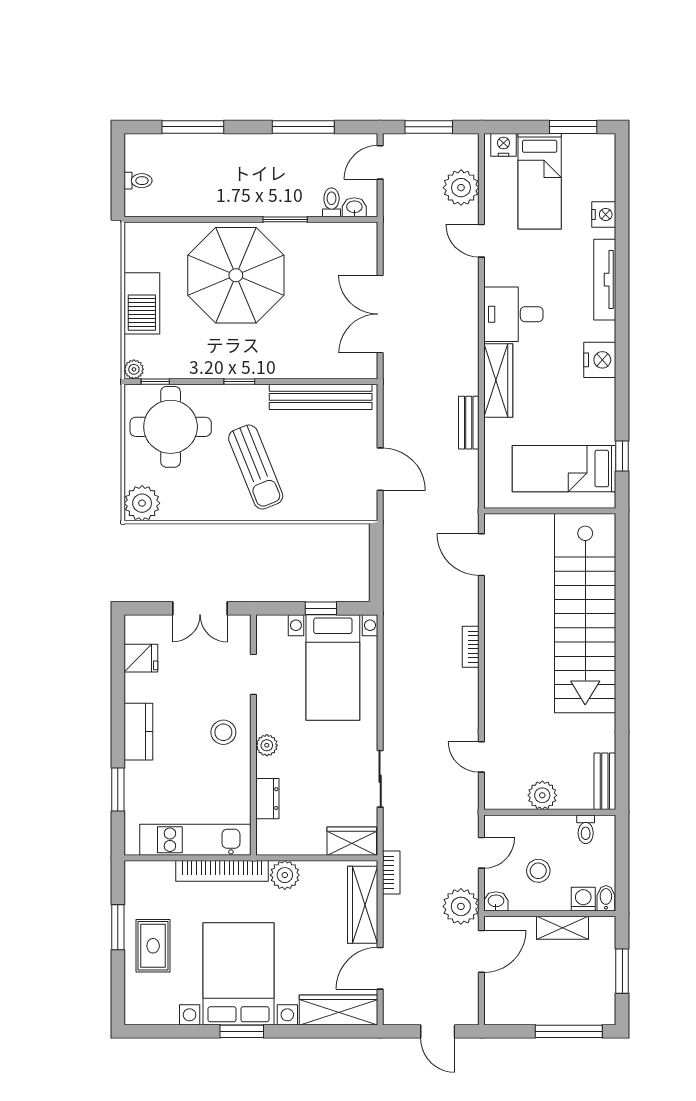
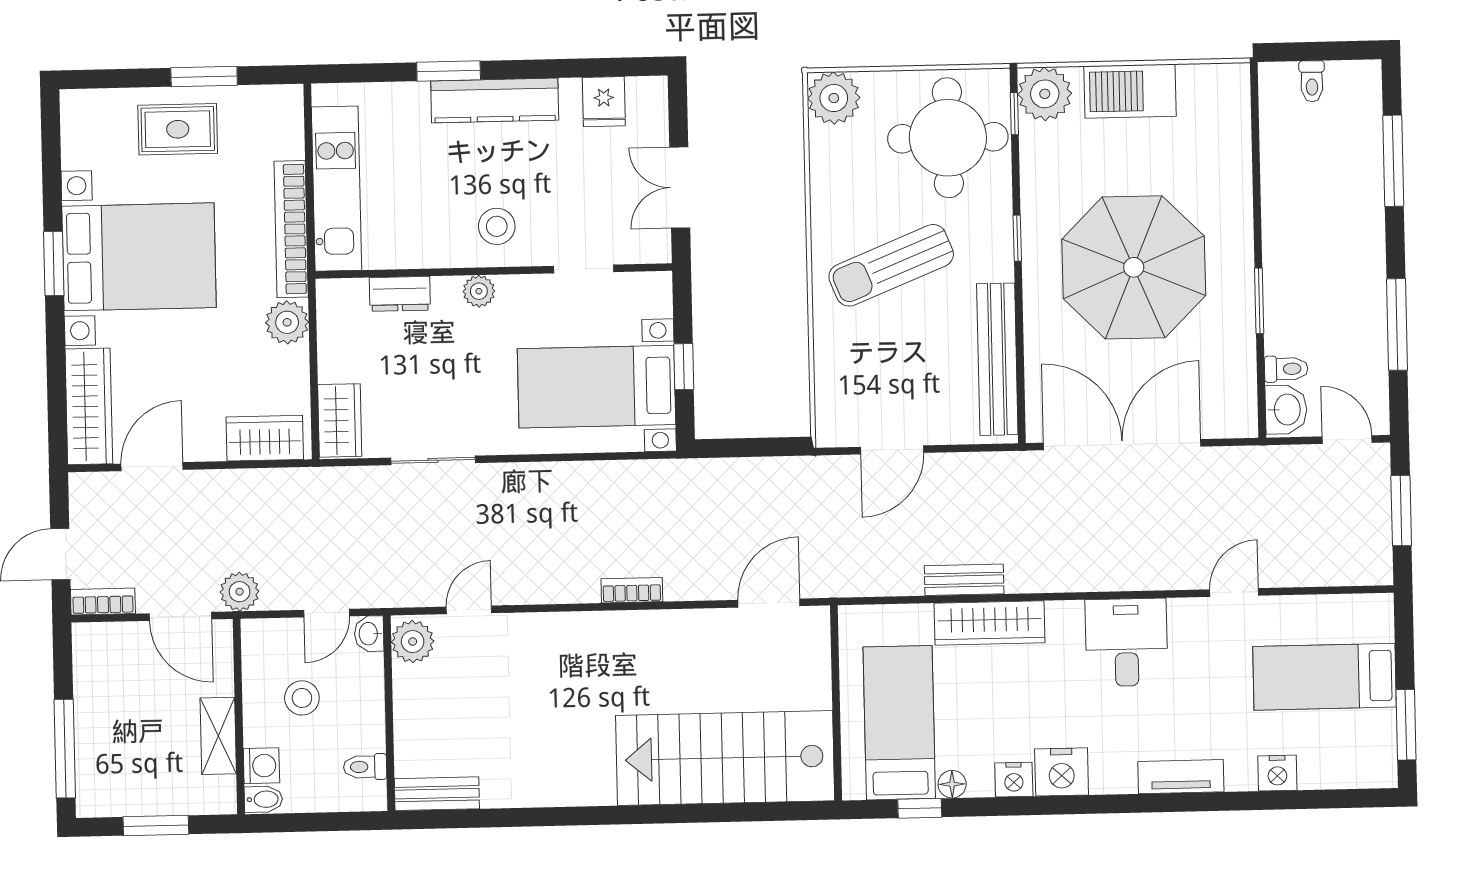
nightstand: (504, 145) -> (1014, 780), moved, turned 90
plant: (461, 188) -> (1312, 560), removed
washbasin: (354, 207) -> (1286, 410), width x1.38, depth x1.45
parasol: (236, 275) -> (1134, 267), moved
tv unit: (605, 280) -> (1181, 777), width x0.71
double door: (380, 314) -> (1122, 445), width x1.36
plant: (134, 369) -> (1045, 94), width x1.88, depth x1.88
wardrobe: (498, 381) -> (990, 623), moved
floor lamp: (606, 434) -> (952, 784), added
stairs: (585, 613) -> (725, 758), width x0.73
kitchen counter: (138, 732) -> (495, 100), width x1.50
window: (118, 790) -> (449, 71), moved
plant: (542, 795) -> (413, 642), moved
door: (481, 853) -> (327, 613), hinge flipped
bookcase: (391, 872) -> (103, 602), moved, turned 180
washbasin: (496, 901) -> (369, 634), moved, turned 180
wardrobe: (363, 905) -> (265, 438), width x0.67
plant: (461, 906) -> (240, 592), width x0.73, depth x0.73
door: (380, 968) -> (152, 467), hinge flipped

